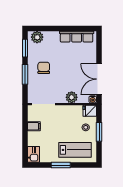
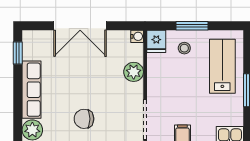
window: (83, 29) -> (18, 53), added
row of seats: (77, 37) -> (31, 90), moved
double door: (99, 79) -> (80, 26), moved

